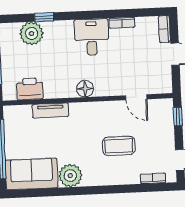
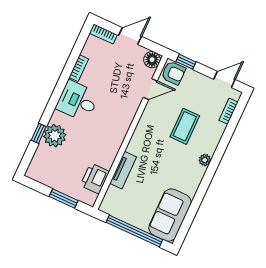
plant: (32, 33) -> (55, 136), moved
floor lamp: (85, 89) -> (152, 60), moved
armchair: (162, 111) -> (173, 73), added
plant: (70, 176) -> (205, 160), moved, width x0.53, depth x0.53

